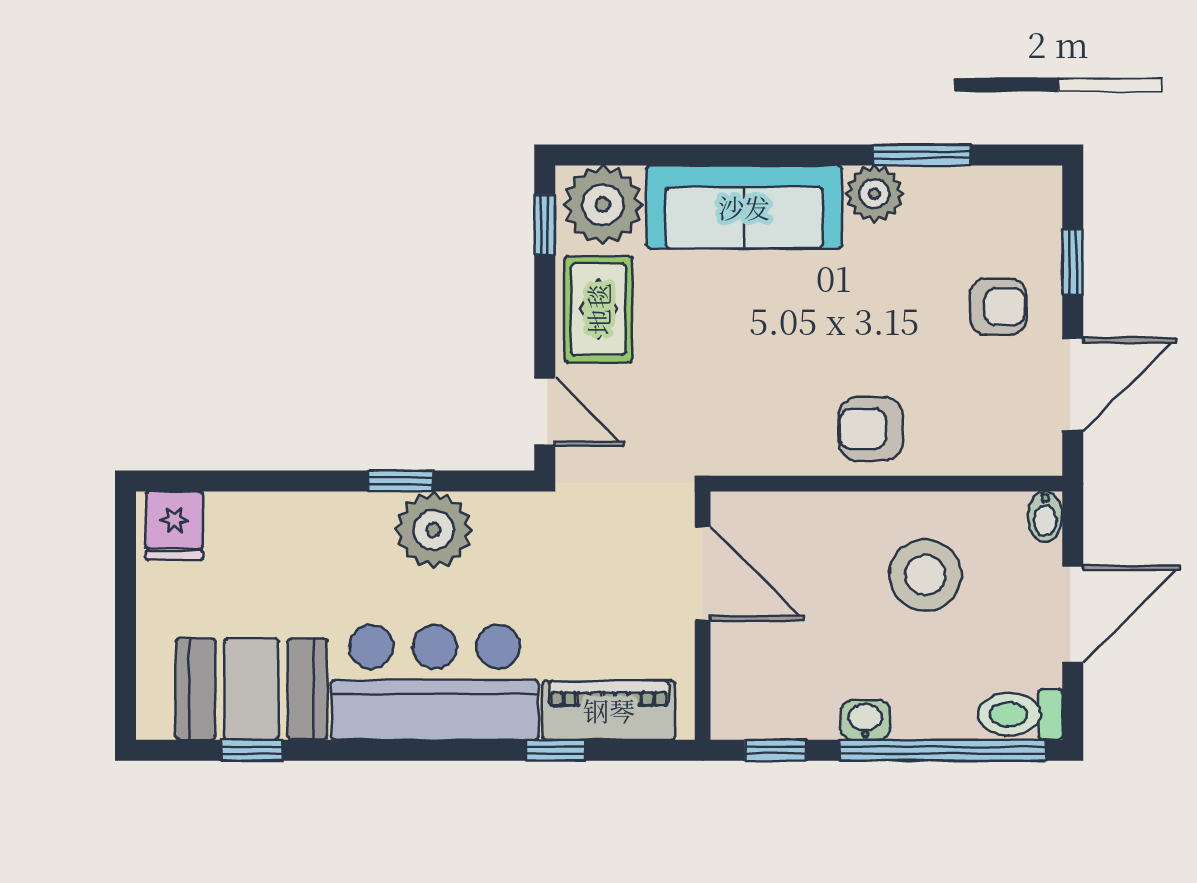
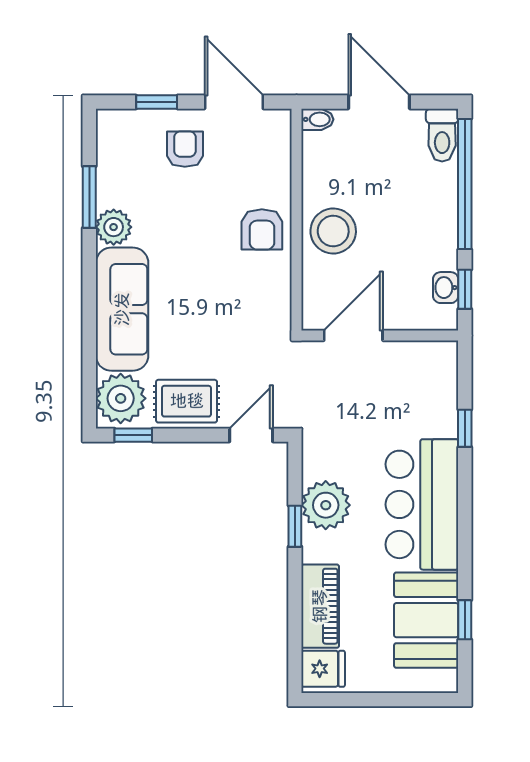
stool: (925, 575) -> (333, 231), moved
piano: (609, 710) -> (320, 606), moved, turned 180
washbasin: (865, 720) -> (446, 288), moved

